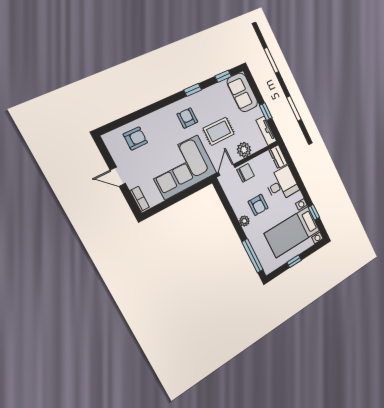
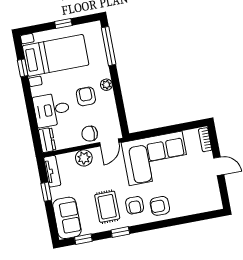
rug: (219, 131) -> (107, 207), moved, turned 90
armchair: (135, 138) -> (160, 206), moved

